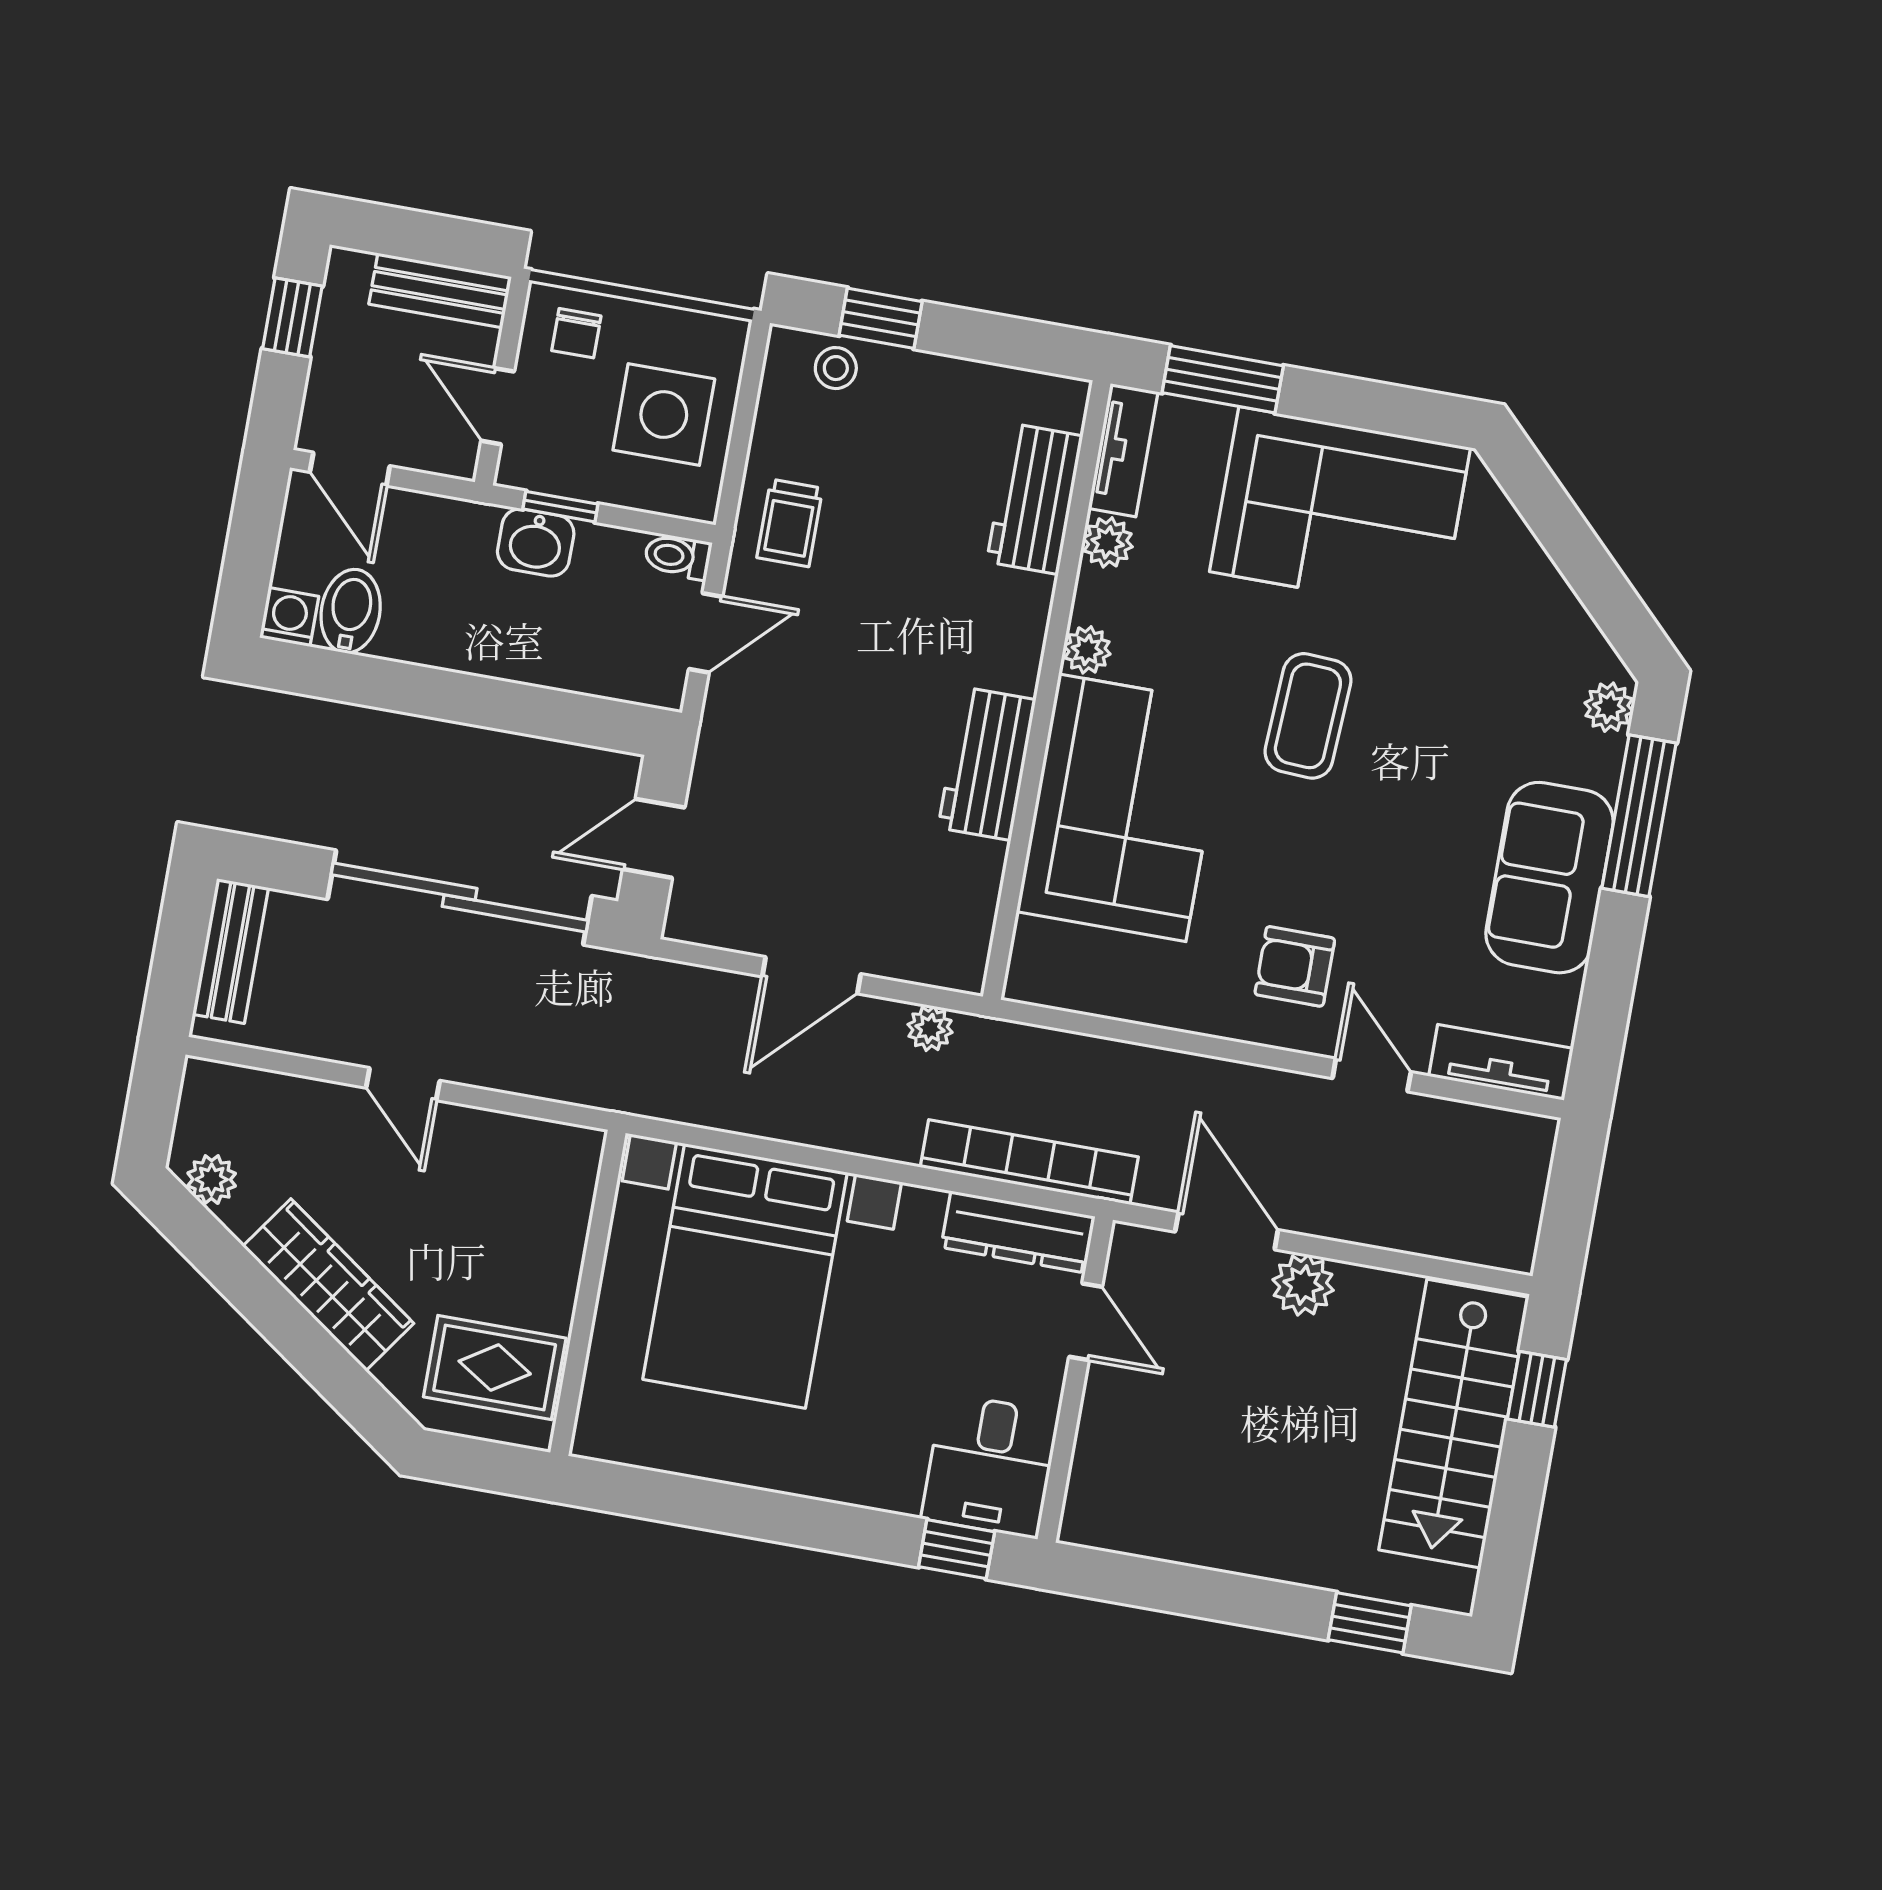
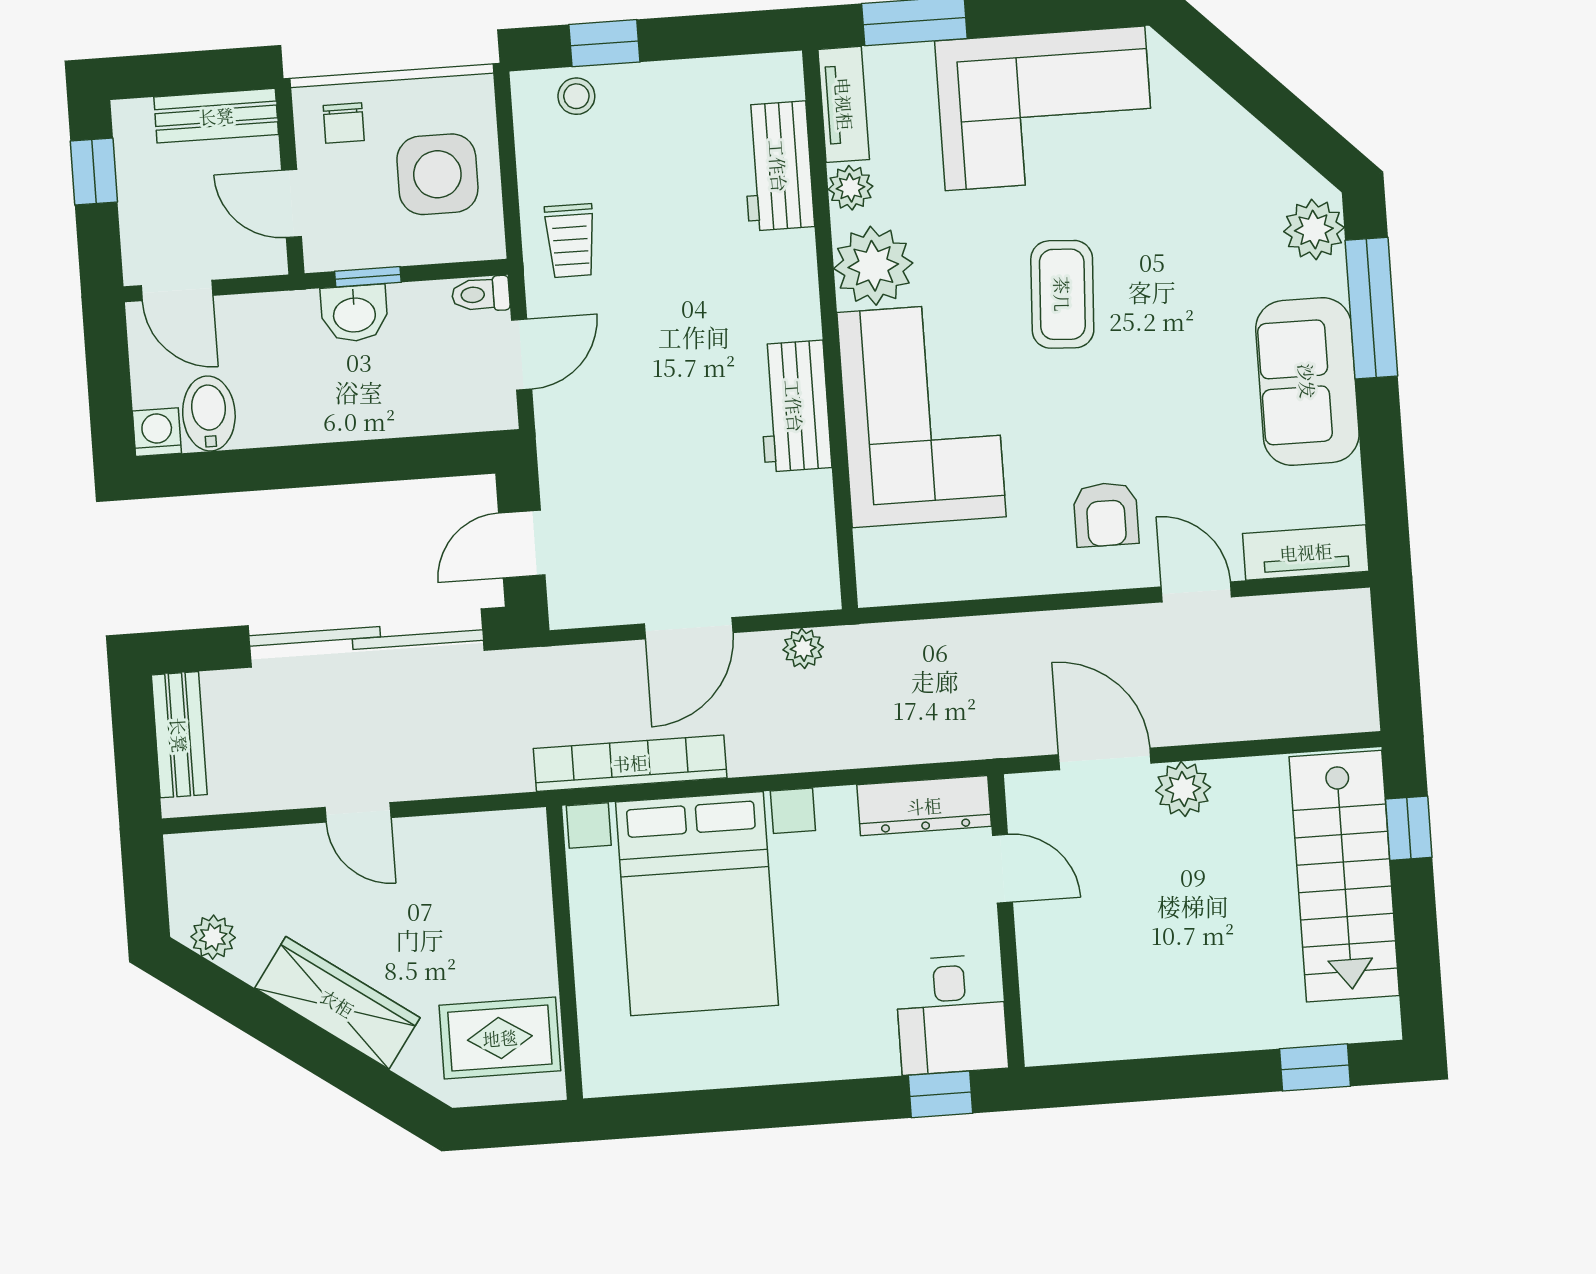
plant: (1087, 650) -> (873, 266), width x1.87, depth x1.87
plant: (1609, 707) -> (1314, 230), width x1.38, depth x1.38
armchair: (1295, 966) -> (1106, 514), turned -90
bookcase: (1029, 1162) -> (630, 763), moved

